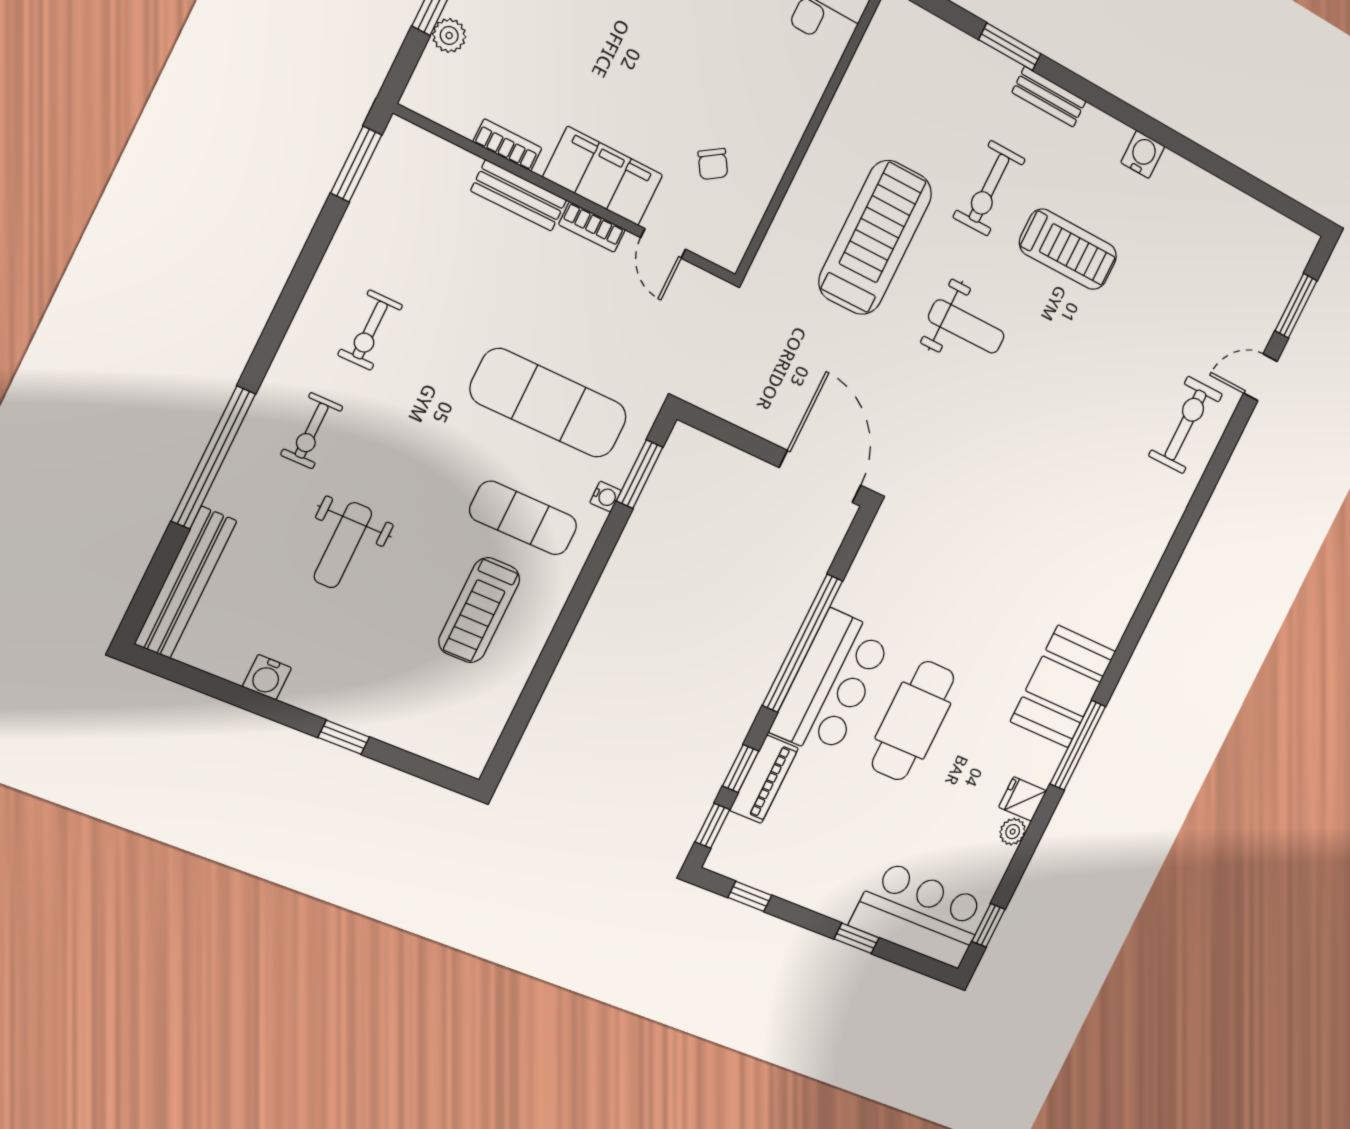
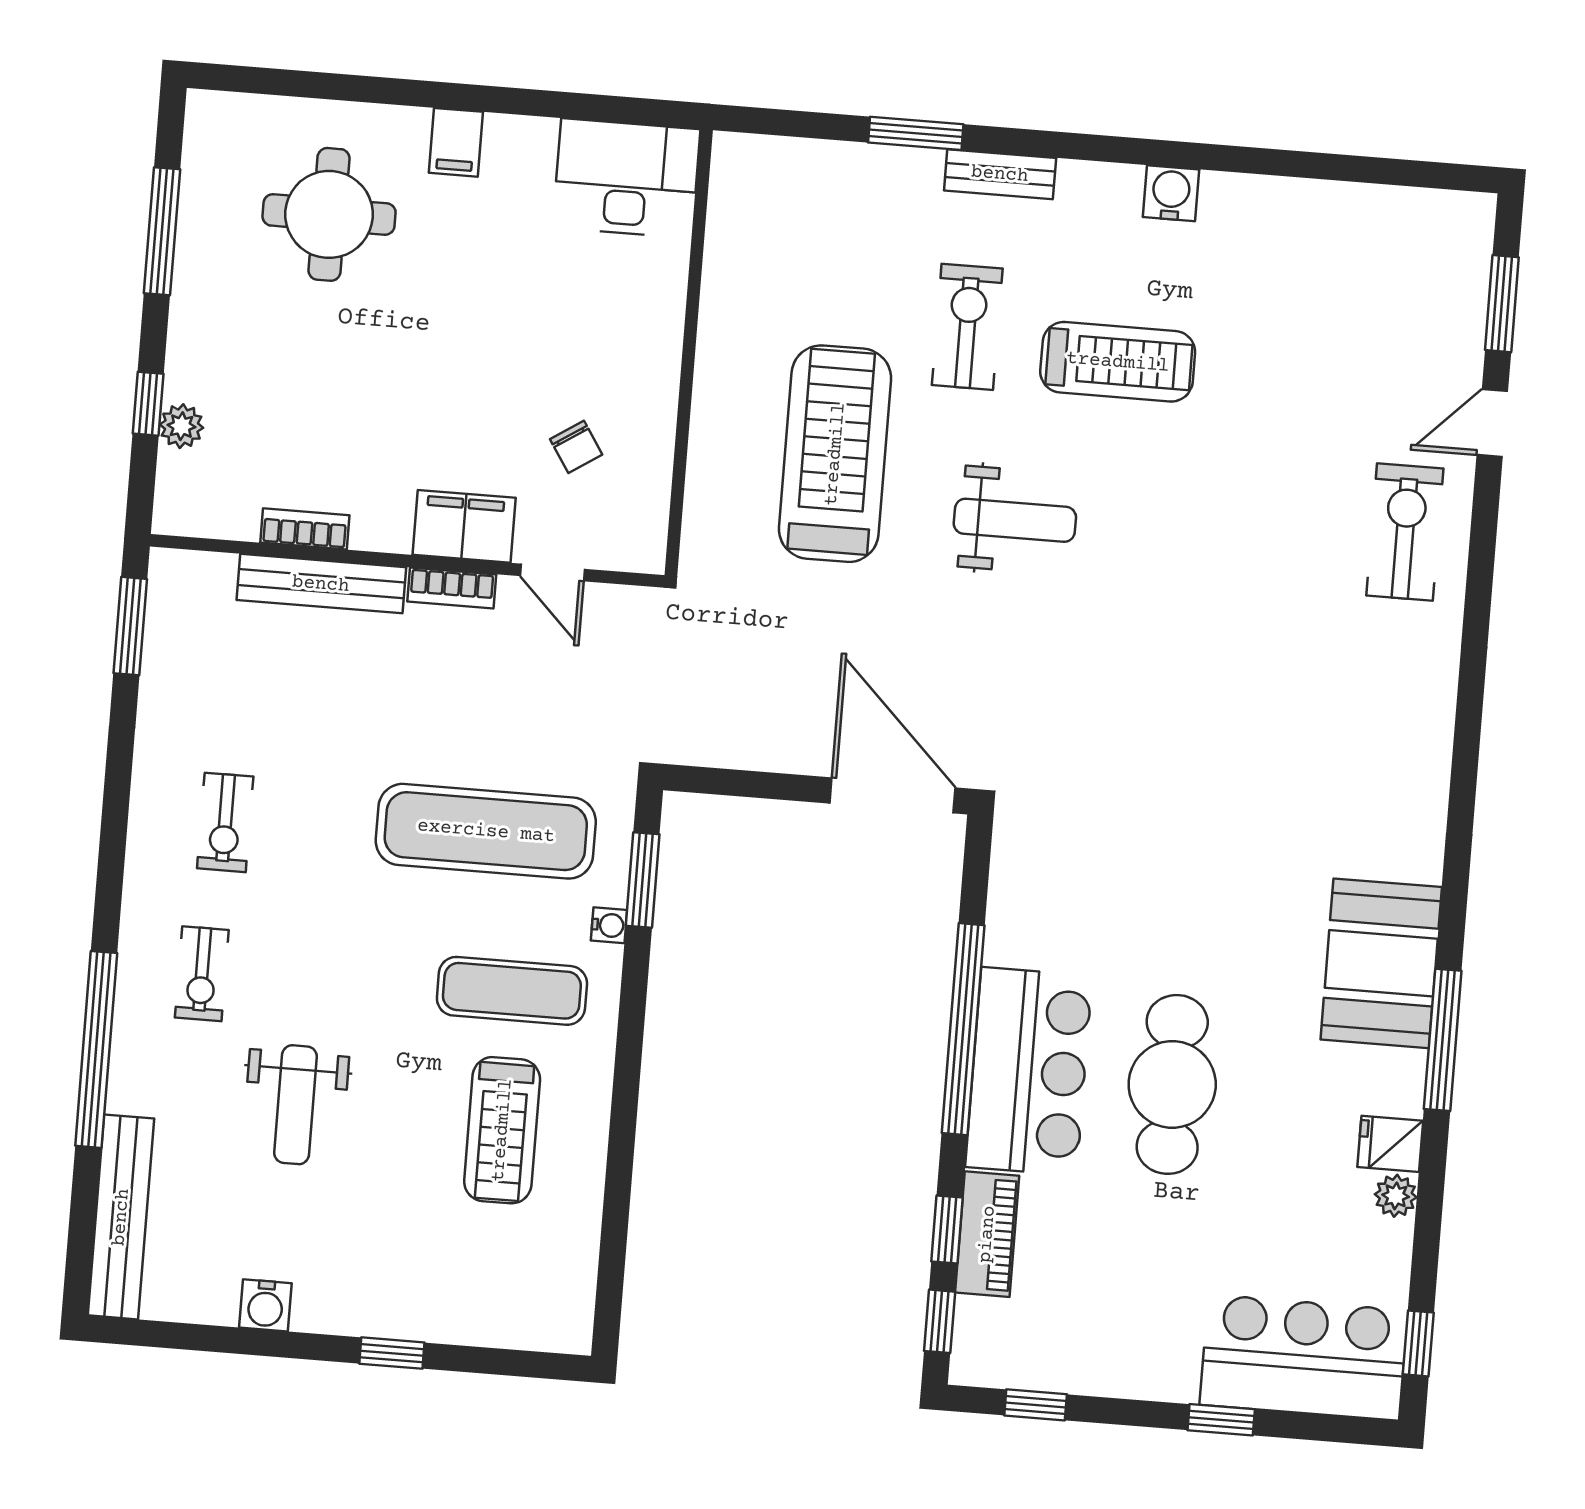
filing cabinet: (603, 176) -> (464, 526), width x0.67, depth x0.86
exercise bike: (989, 188) -> (967, 327), turned 180
bench: (519, 196) -> (321, 584), width x1.36

